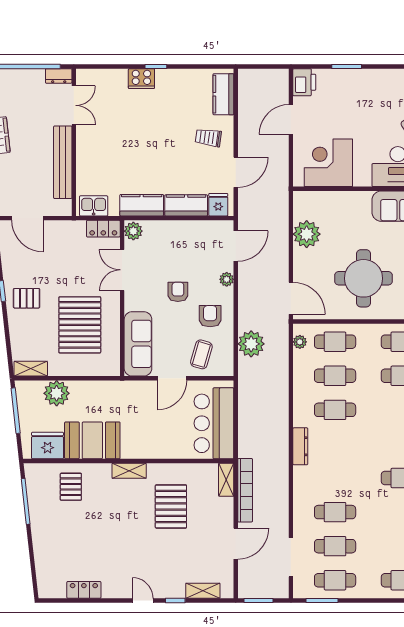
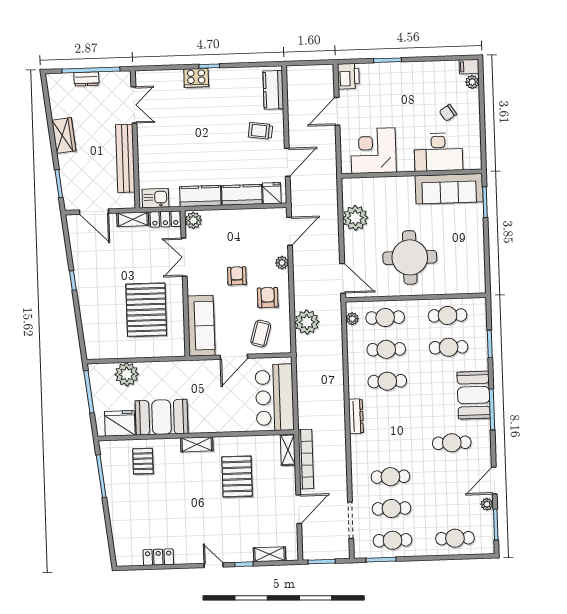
dresser: (59, 76) -> (86, 79), moved
pallet: (27, 298) -> (96, 286), removed
shelving: (31, 369) -> (133, 219), moved

